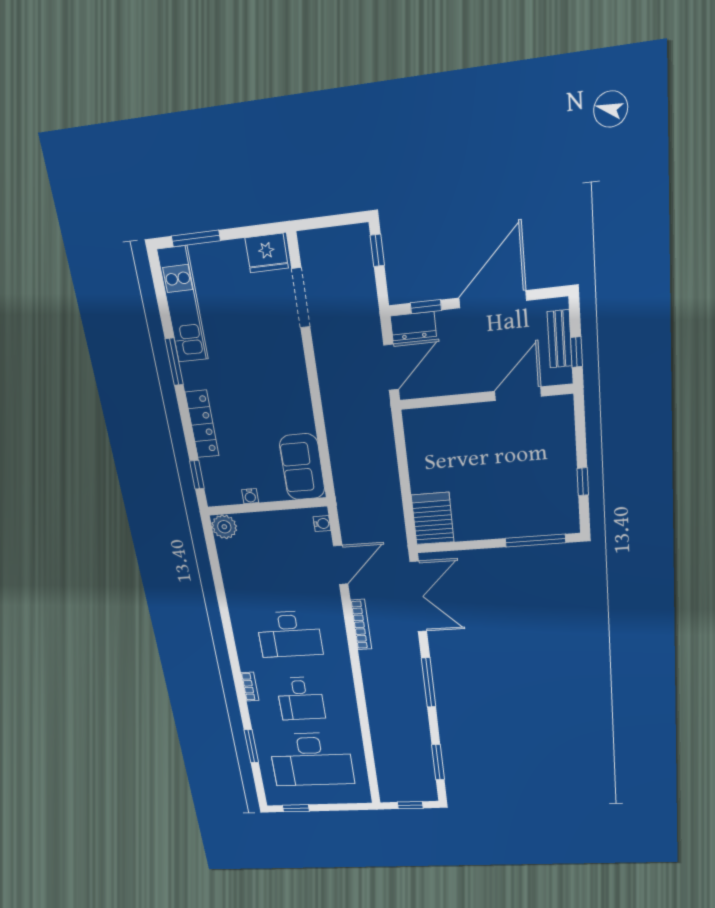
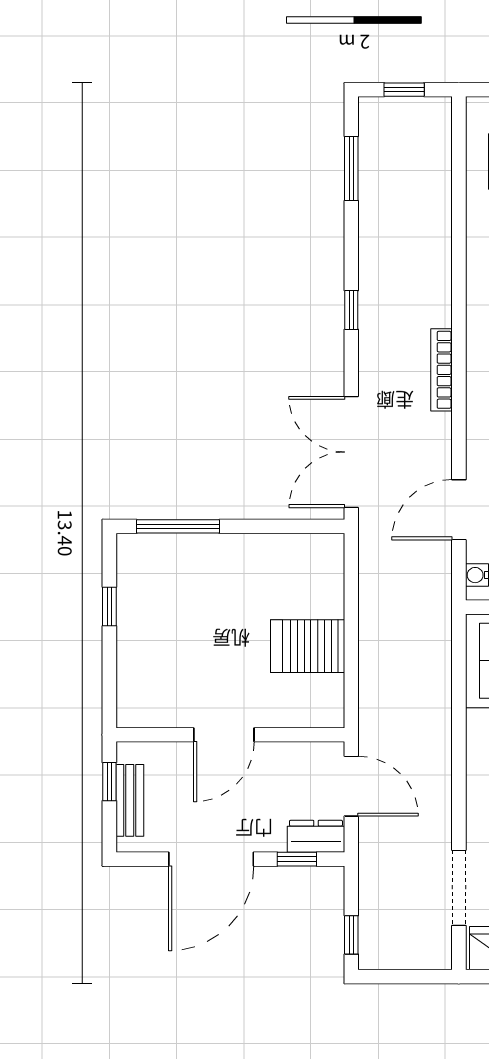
door: (391, 367) -> (351, 786), swing flipped
door: (518, 394) -> (224, 735), moved
server rack: (433, 519) -> (308, 646), moved, turned 90
bookcase: (361, 625) -> (442, 370), moved
window: (429, 682) -> (351, 310), width x0.46

